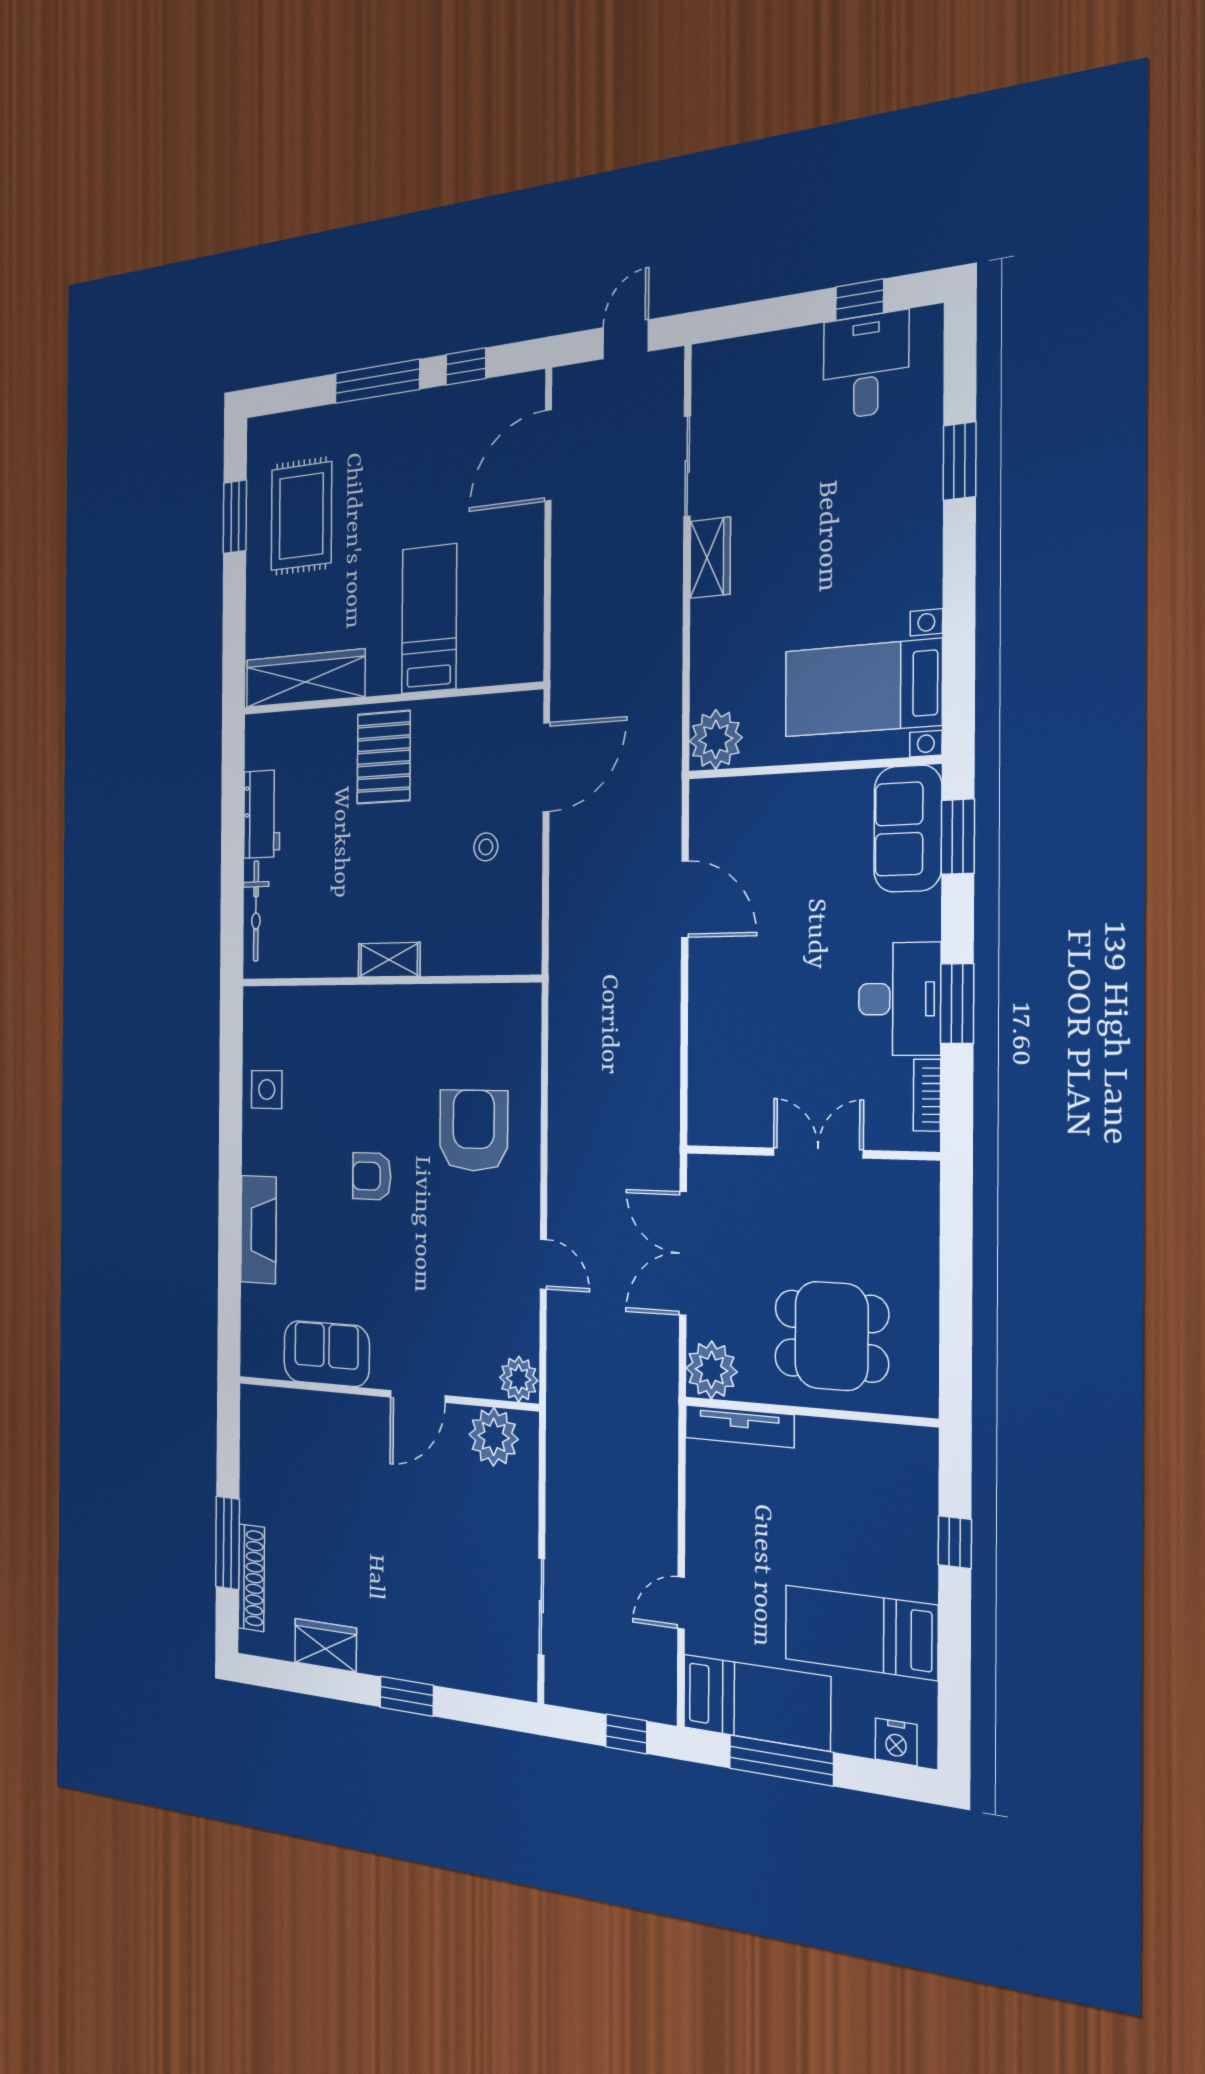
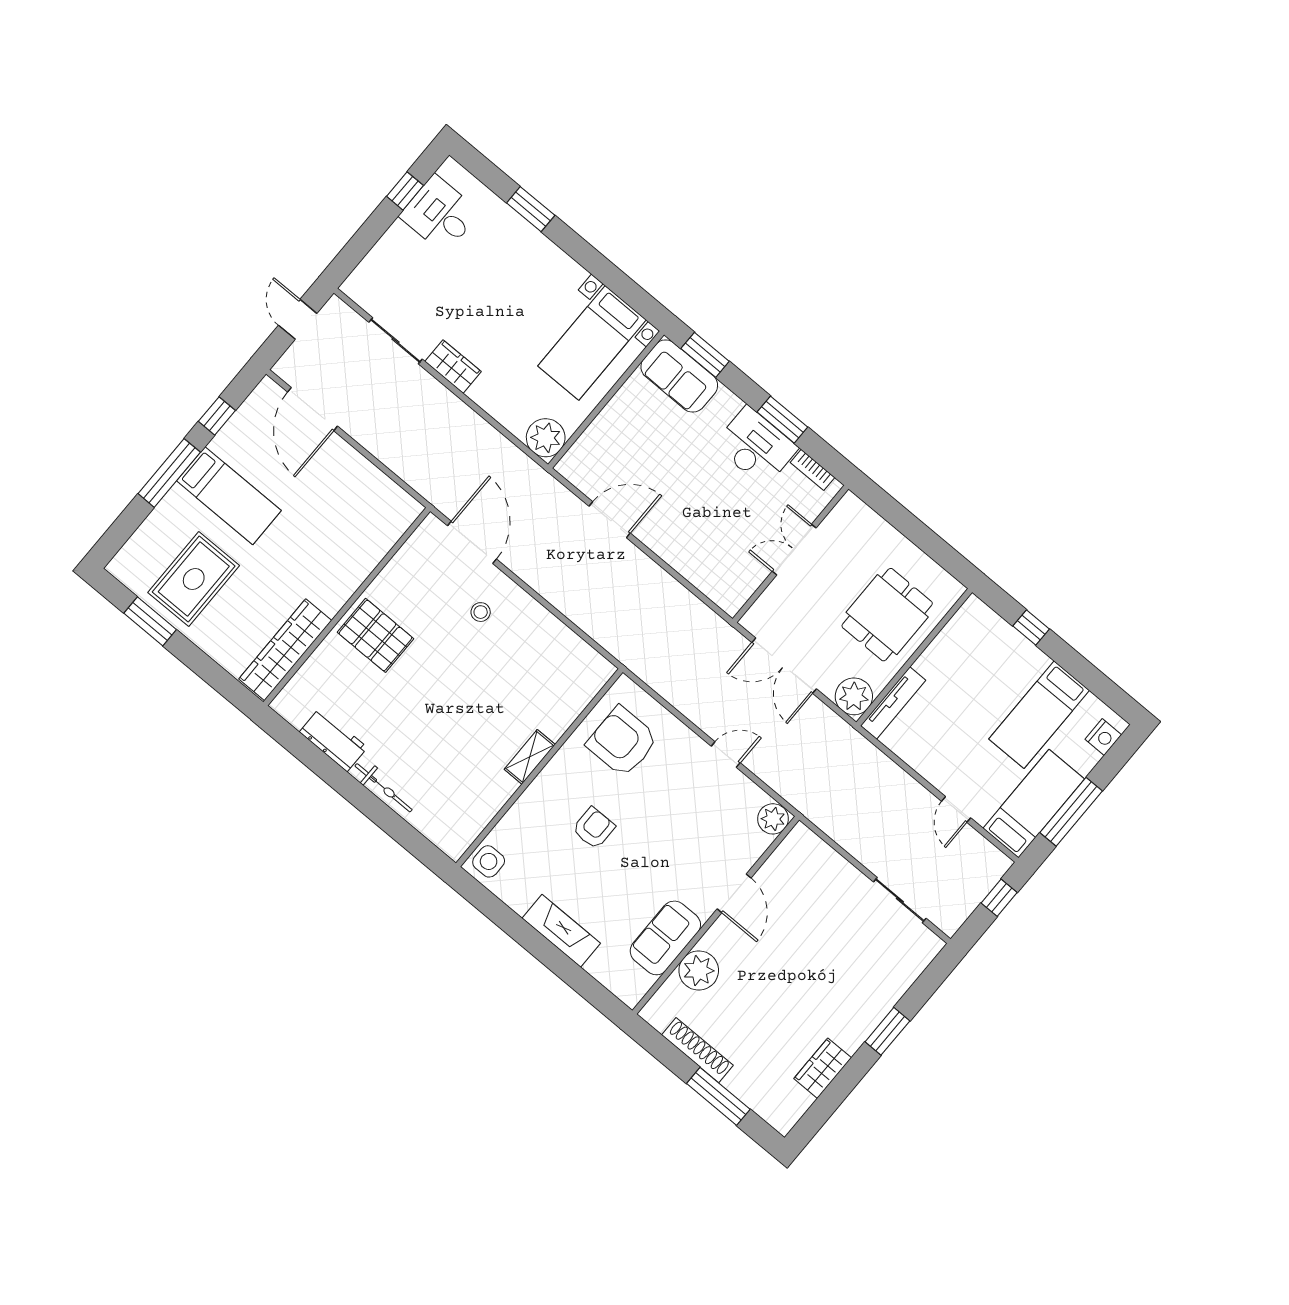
rug: (301, 516) -> (194, 579), turned 90
bed: (429, 619) -> (229, 496), moved, turned 180
shelving: (389, 960) -> (530, 757), moved
wall: (387, 981) -> (539, 768), moved
armchair: (372, 1176) -> (594, 828), turned 180
plant: (494, 1437) -> (699, 971), moved
shoe rack: (251, 1578) -> (697, 1050), moved

